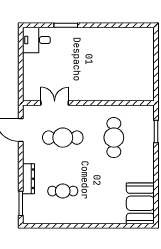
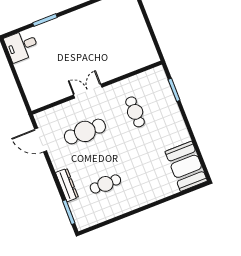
double door: (55, 103) -> (88, 91), moved
cafe table: (114, 138) -> (135, 112), width x0.73, depth x0.74

